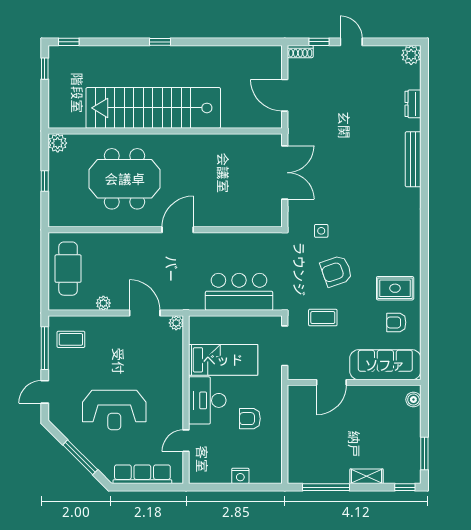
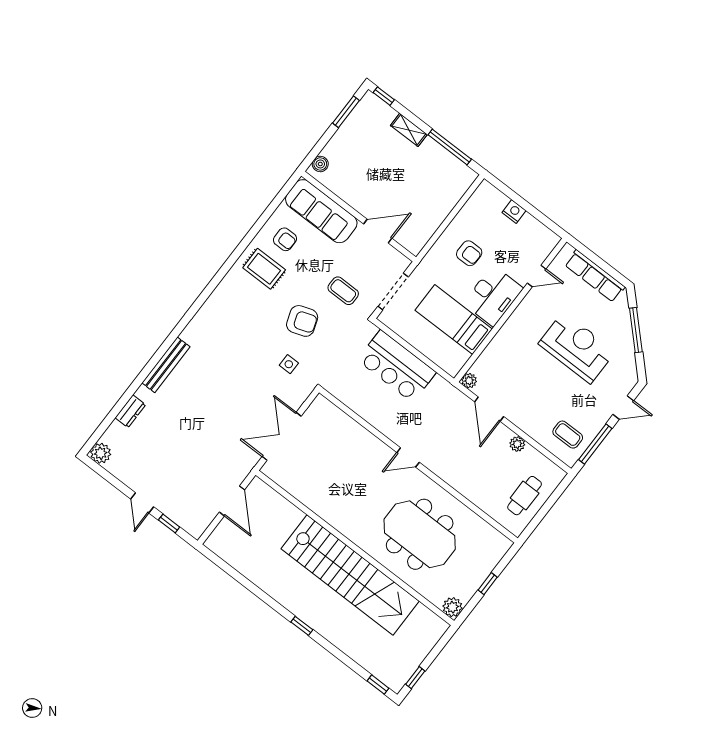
shoe rack: (300, 52) -> (191, 527), removed
door: (178, 230) -> (408, 457), width x0.73
cafe table: (68, 269) -> (525, 496), width x0.73, depth x0.74

